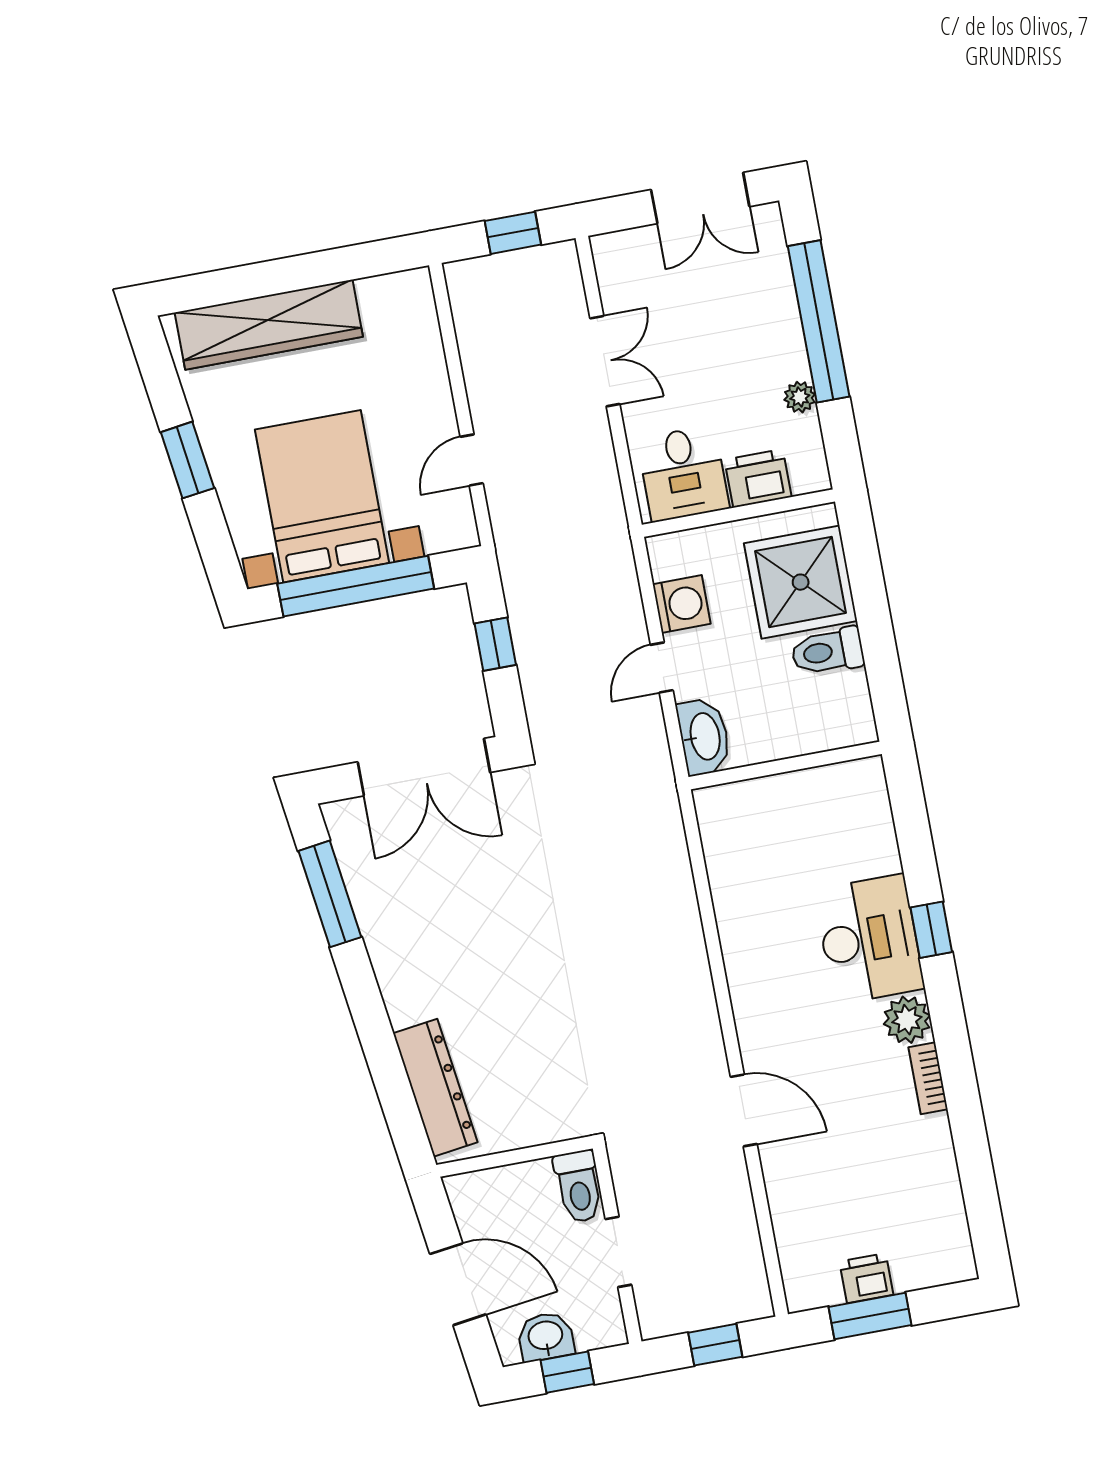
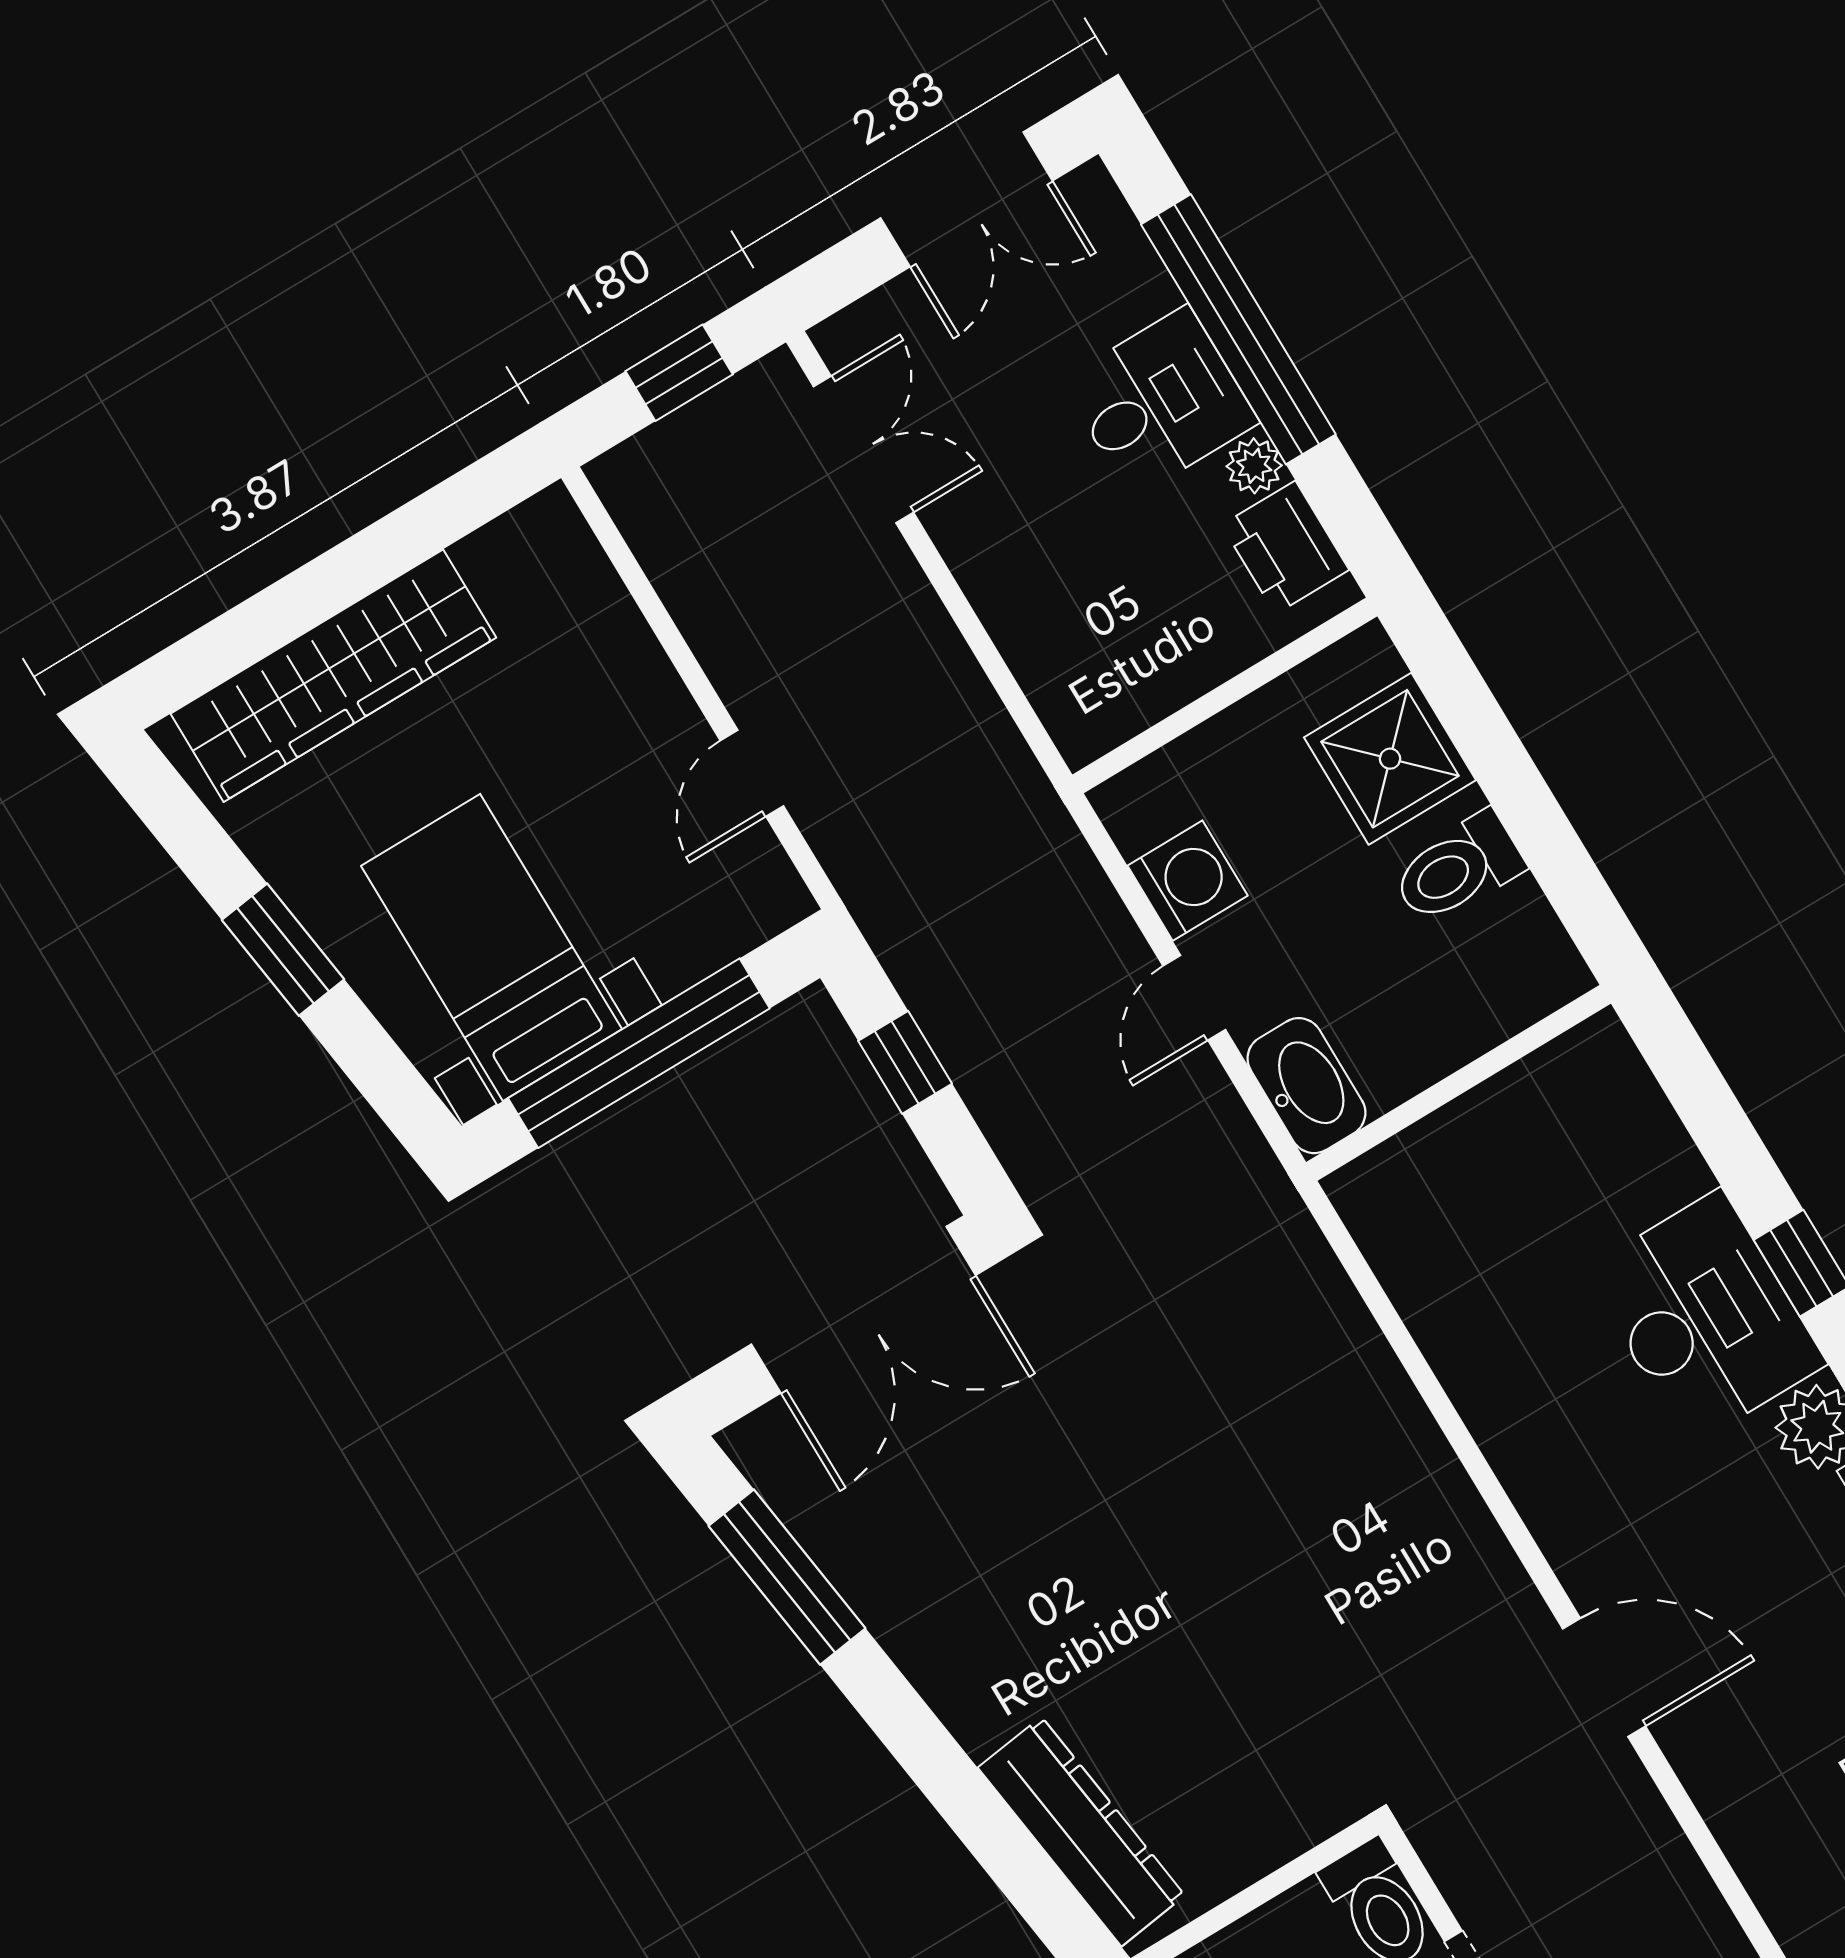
double door: (605, 361) -> (863, 450), moved
desk: (683, 473) -> (1160, 402), moved, turned -90
printer: (758, 478) -> (1285, 547), moved, turned -90
bed with nightstands: (322, 496) -> (492, 947), width x0.73
shower: (801, 582) -> (1390, 759), width x0.73, depth x0.73

